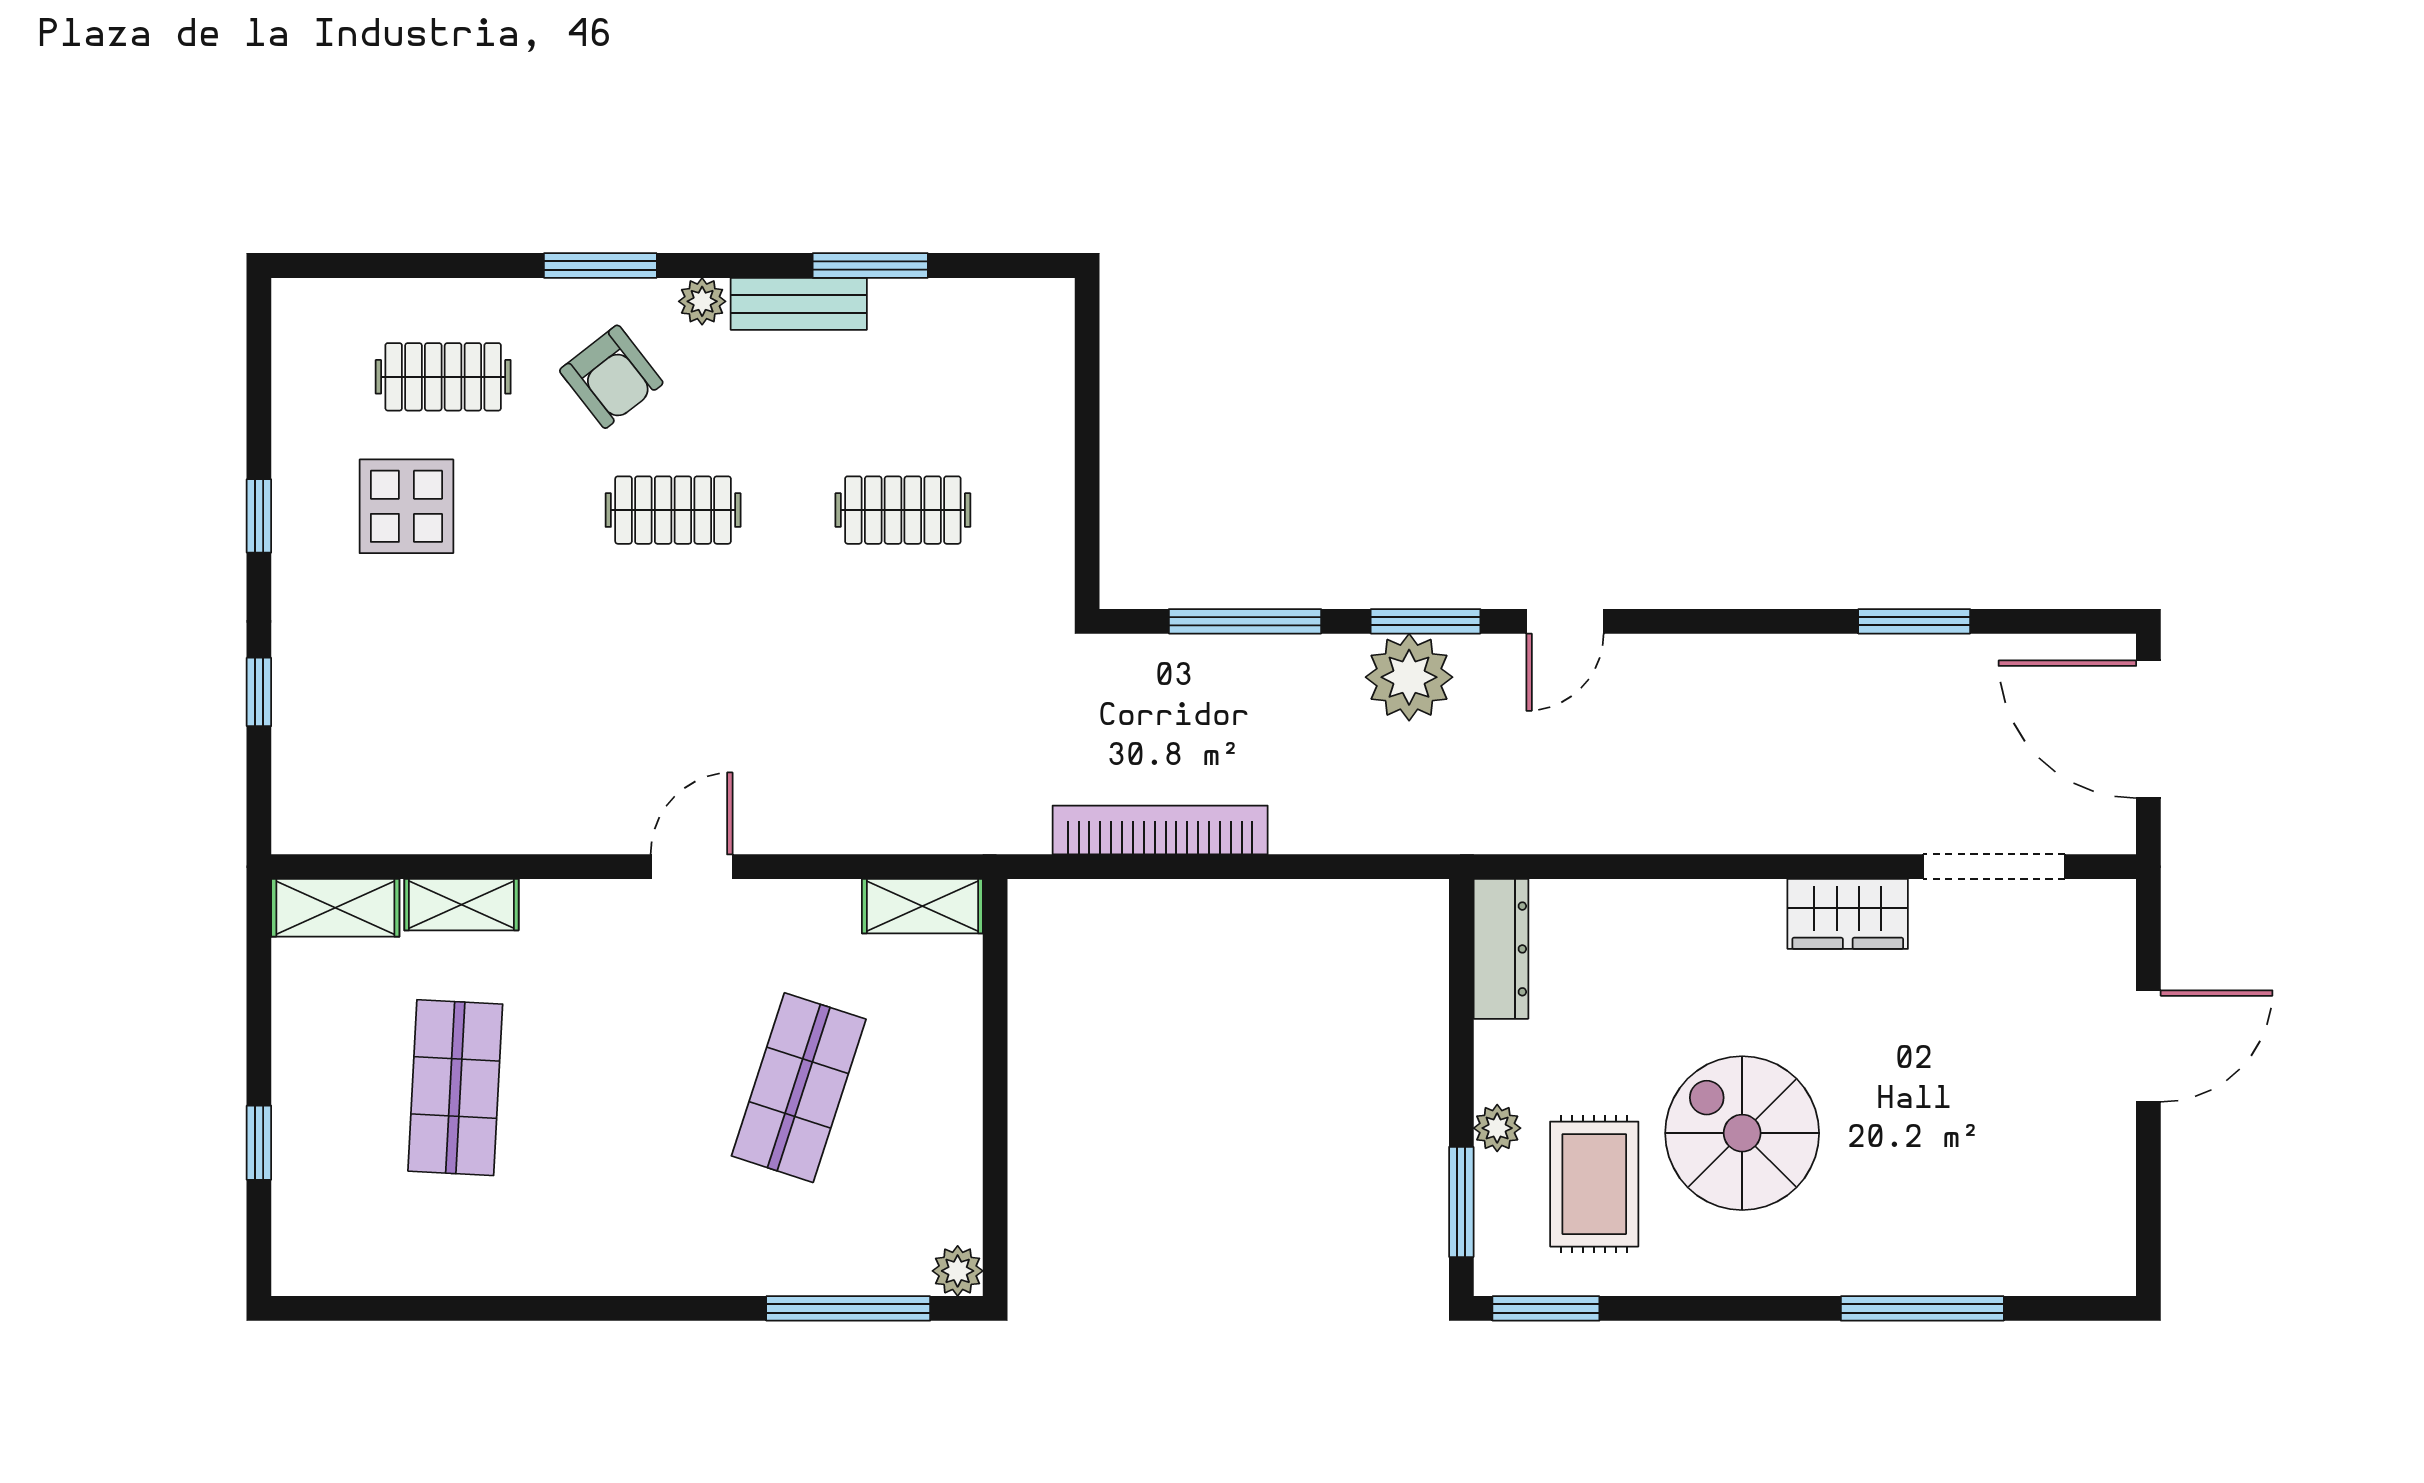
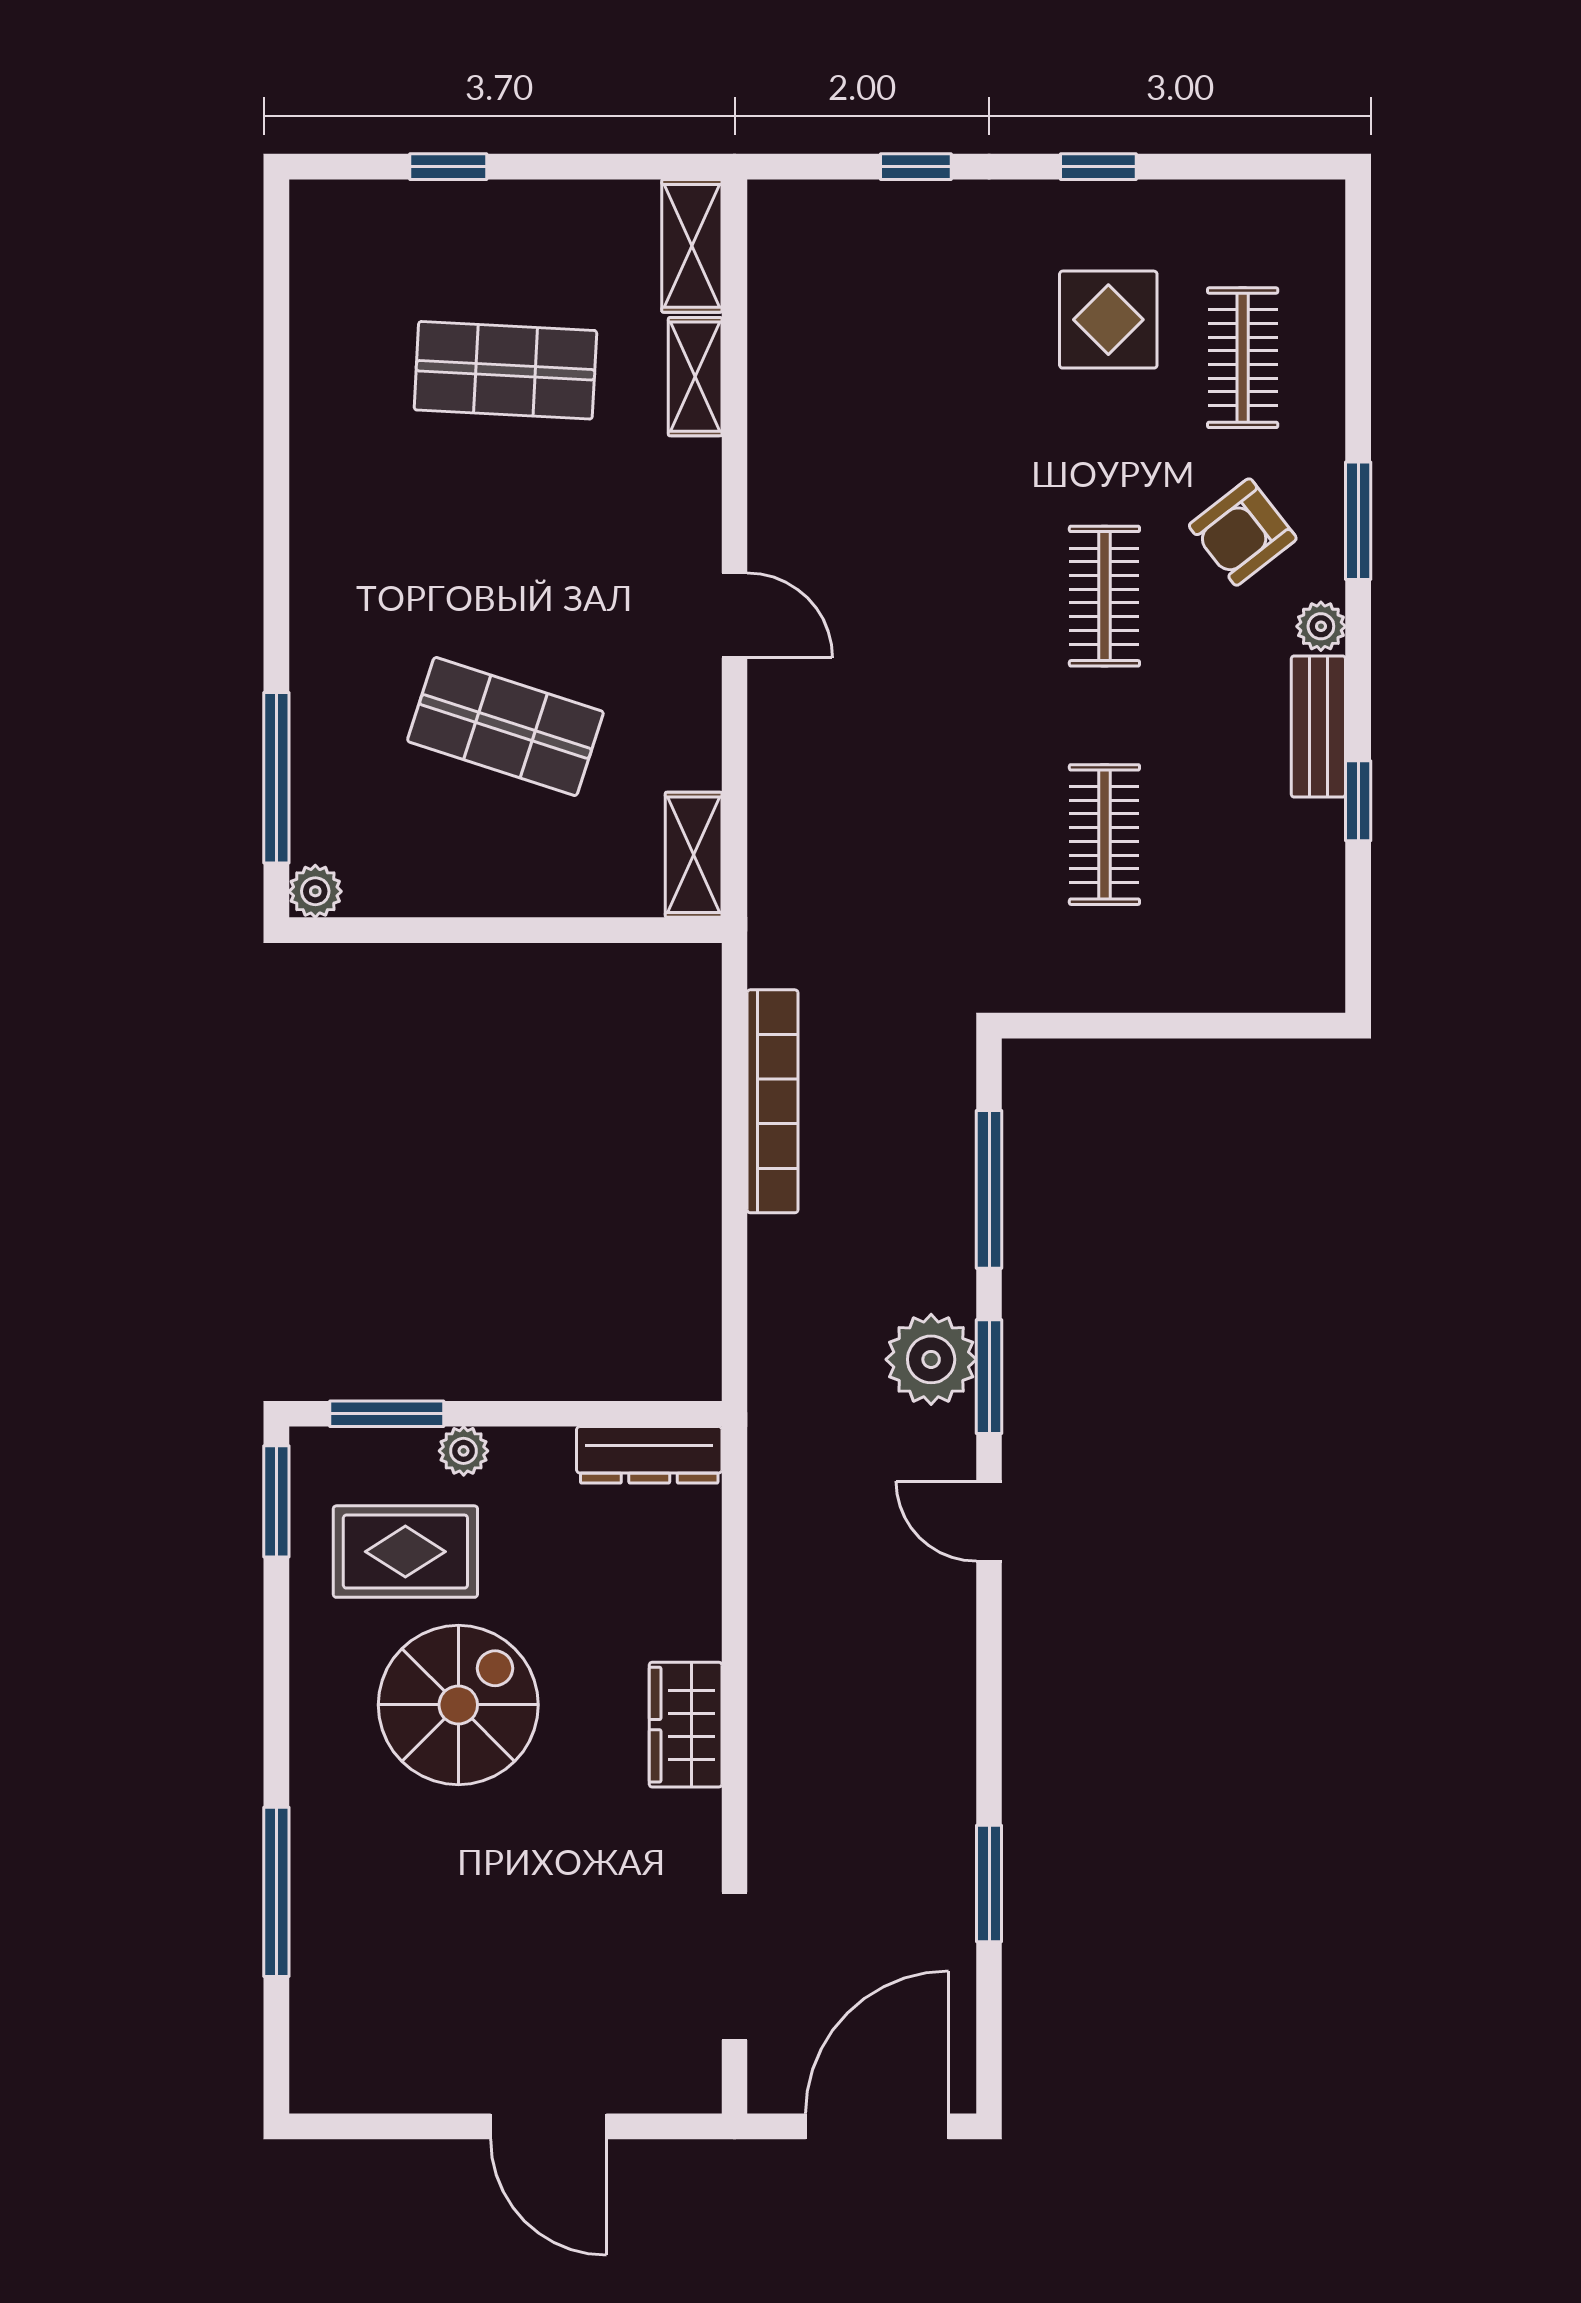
window: (870, 266) -> (1358, 801), width x0.67
wardrobe: (1848, 914) -> (686, 1725), moved

